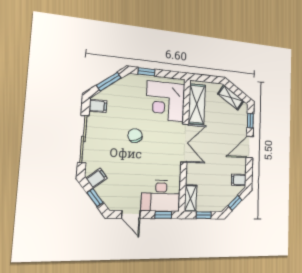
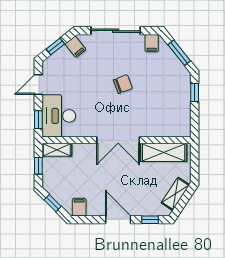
corner desk: (165, 101) -> (163, 116), removed

